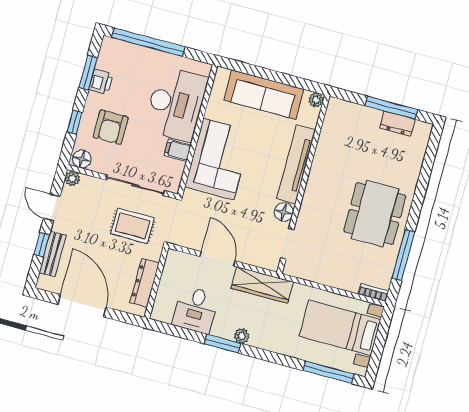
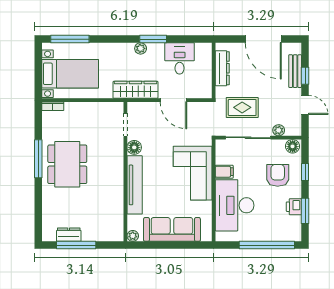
plant: (72, 178) -> (279, 130), moved
window: (403, 255) -> (38, 159), moved

